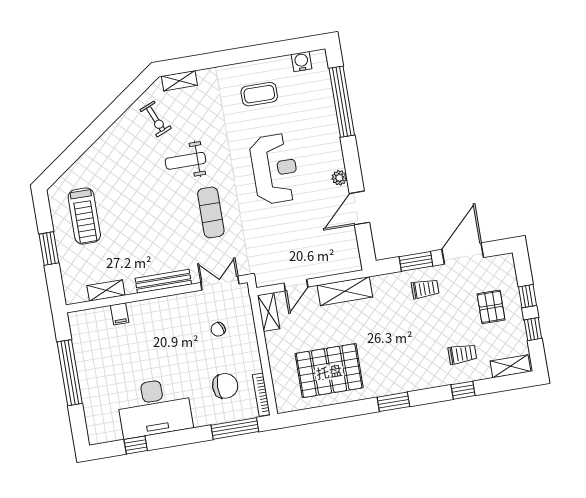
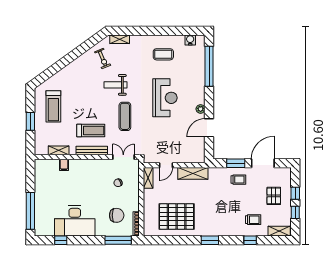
treadmill: (156, 247) -> (91, 131), added
window: (70, 373) -> (30, 211), moved

